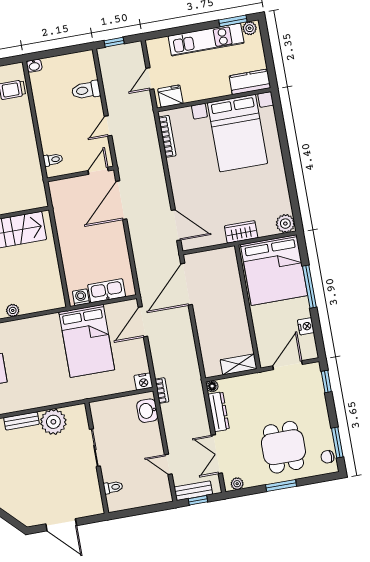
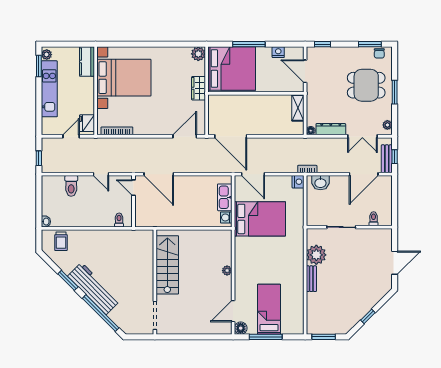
door: (150, 79) -> (71, 136), swing flipped
door: (168, 464) -> (364, 174), width x1.88

